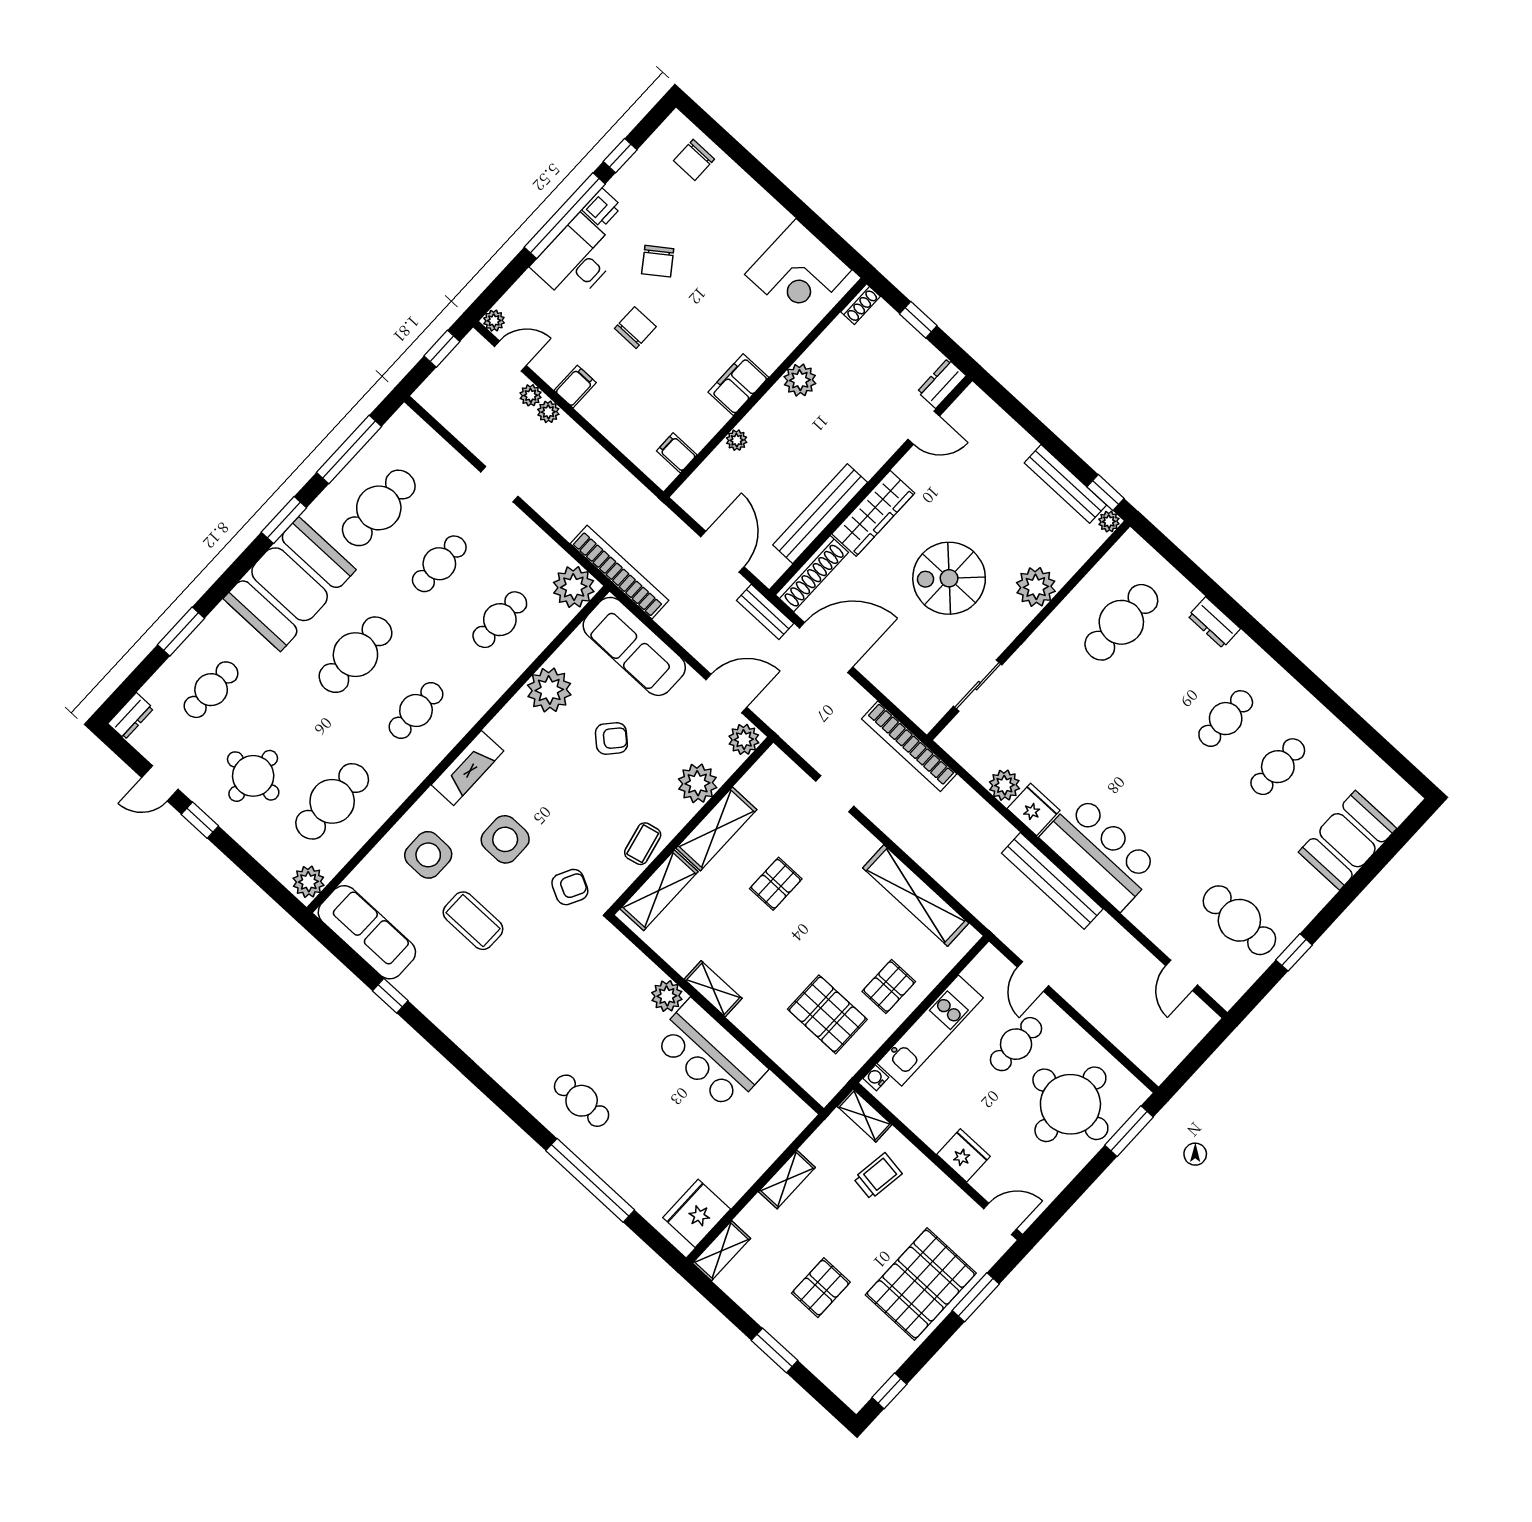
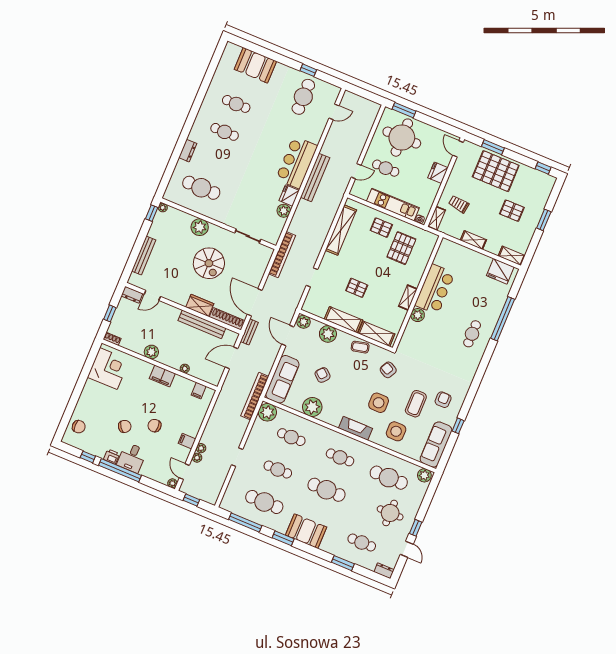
desk: (576, 259) -> (132, 458), width x0.73
door: (924, 428) -> (152, 295), swing flipped
bench: (1065, 484) -> (144, 255), moved
wardrobe: (873, 513) -> (200, 305), width x0.67
booth: (290, 584) -> (306, 531), width x0.73, depth x0.70
armchair: (460, 984) -> (443, 400), added

